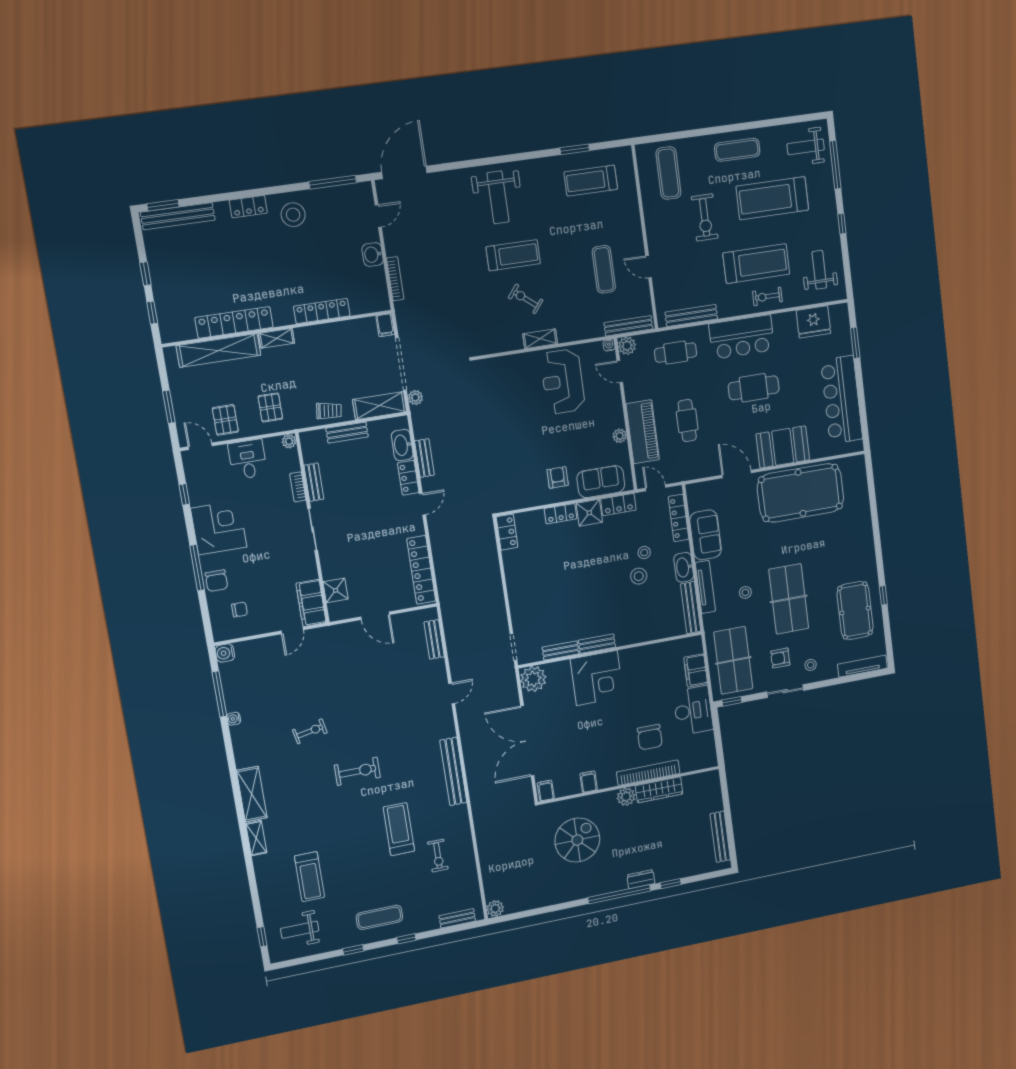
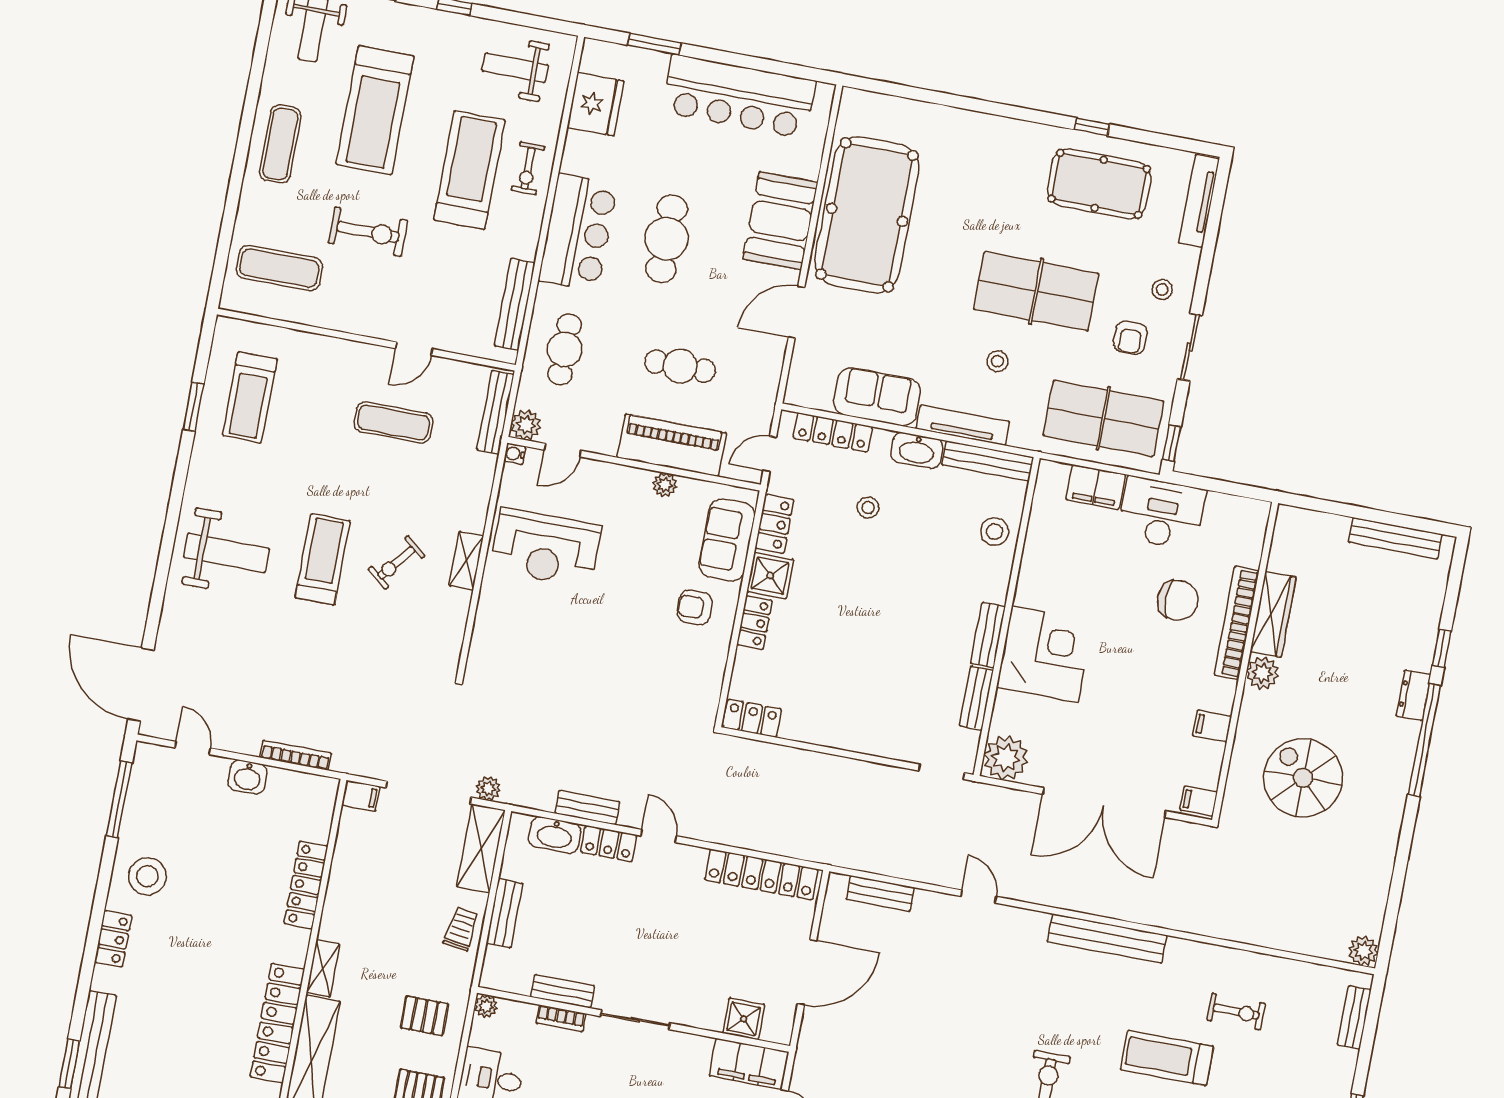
stool: (639, 576) -> (995, 532), moved
door: (375, 616) -> (807, 972), width x1.36

